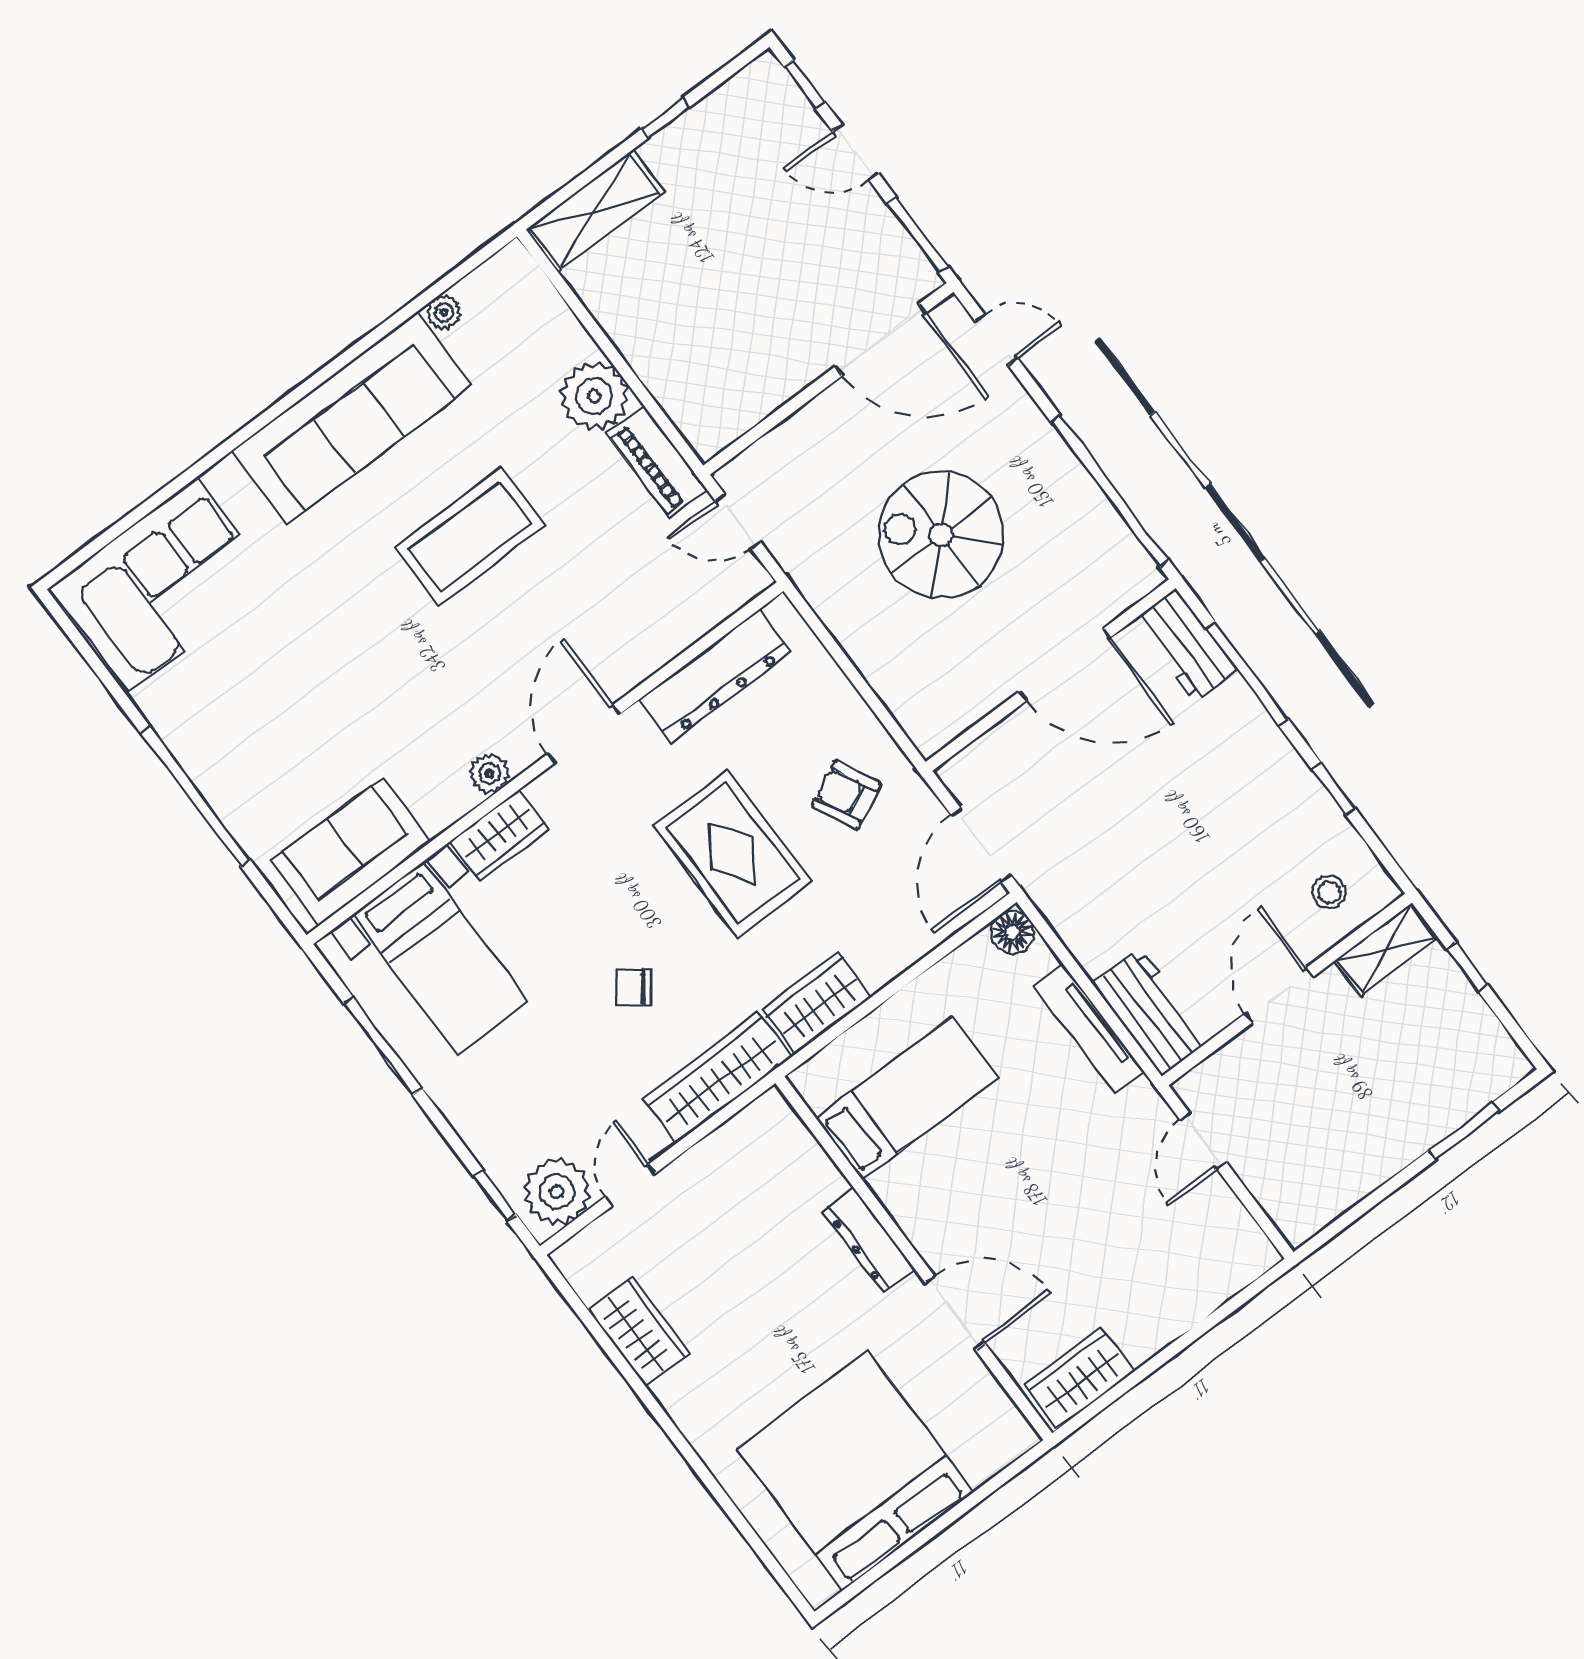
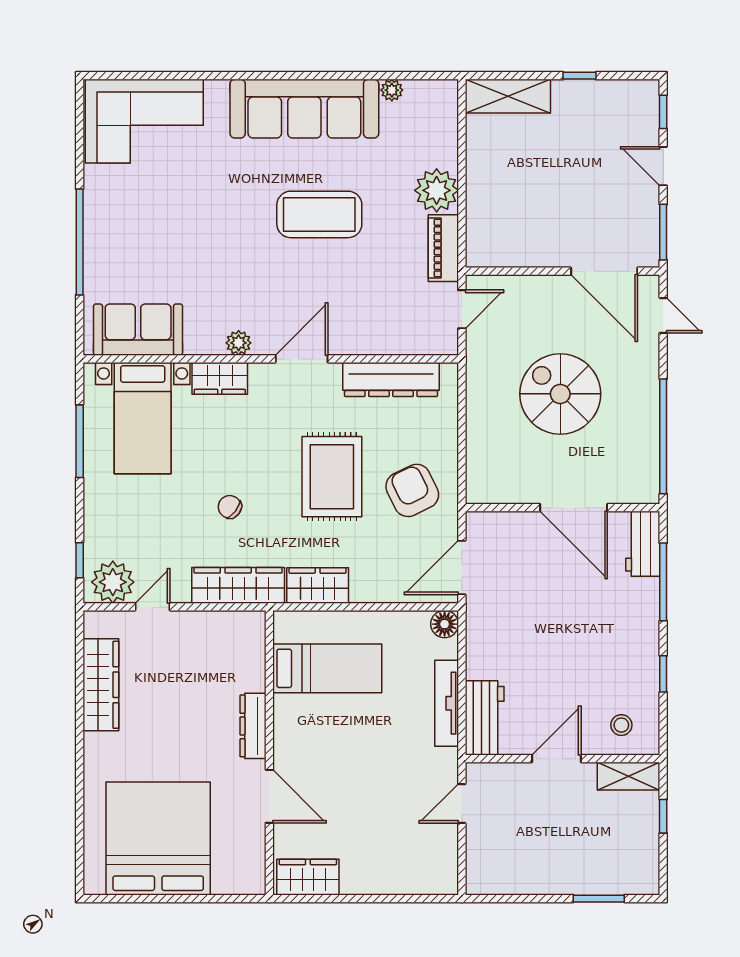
door: (738, 521) -> (462, 309), swing flipped
armchair: (846, 795) -> (412, 490), width x1.38, depth x1.38
wardrobe: (639, 1332) -> (101, 685), width x1.50

